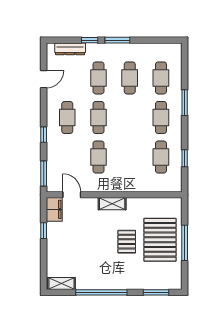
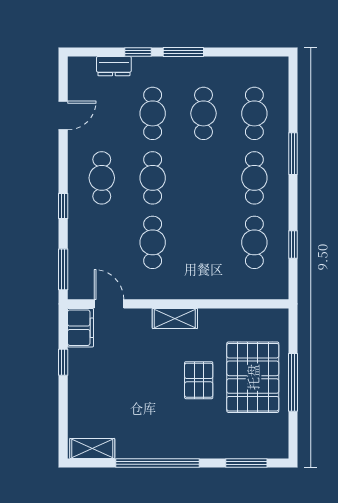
dresser: (70, 49) -> (114, 66), width x0.70

